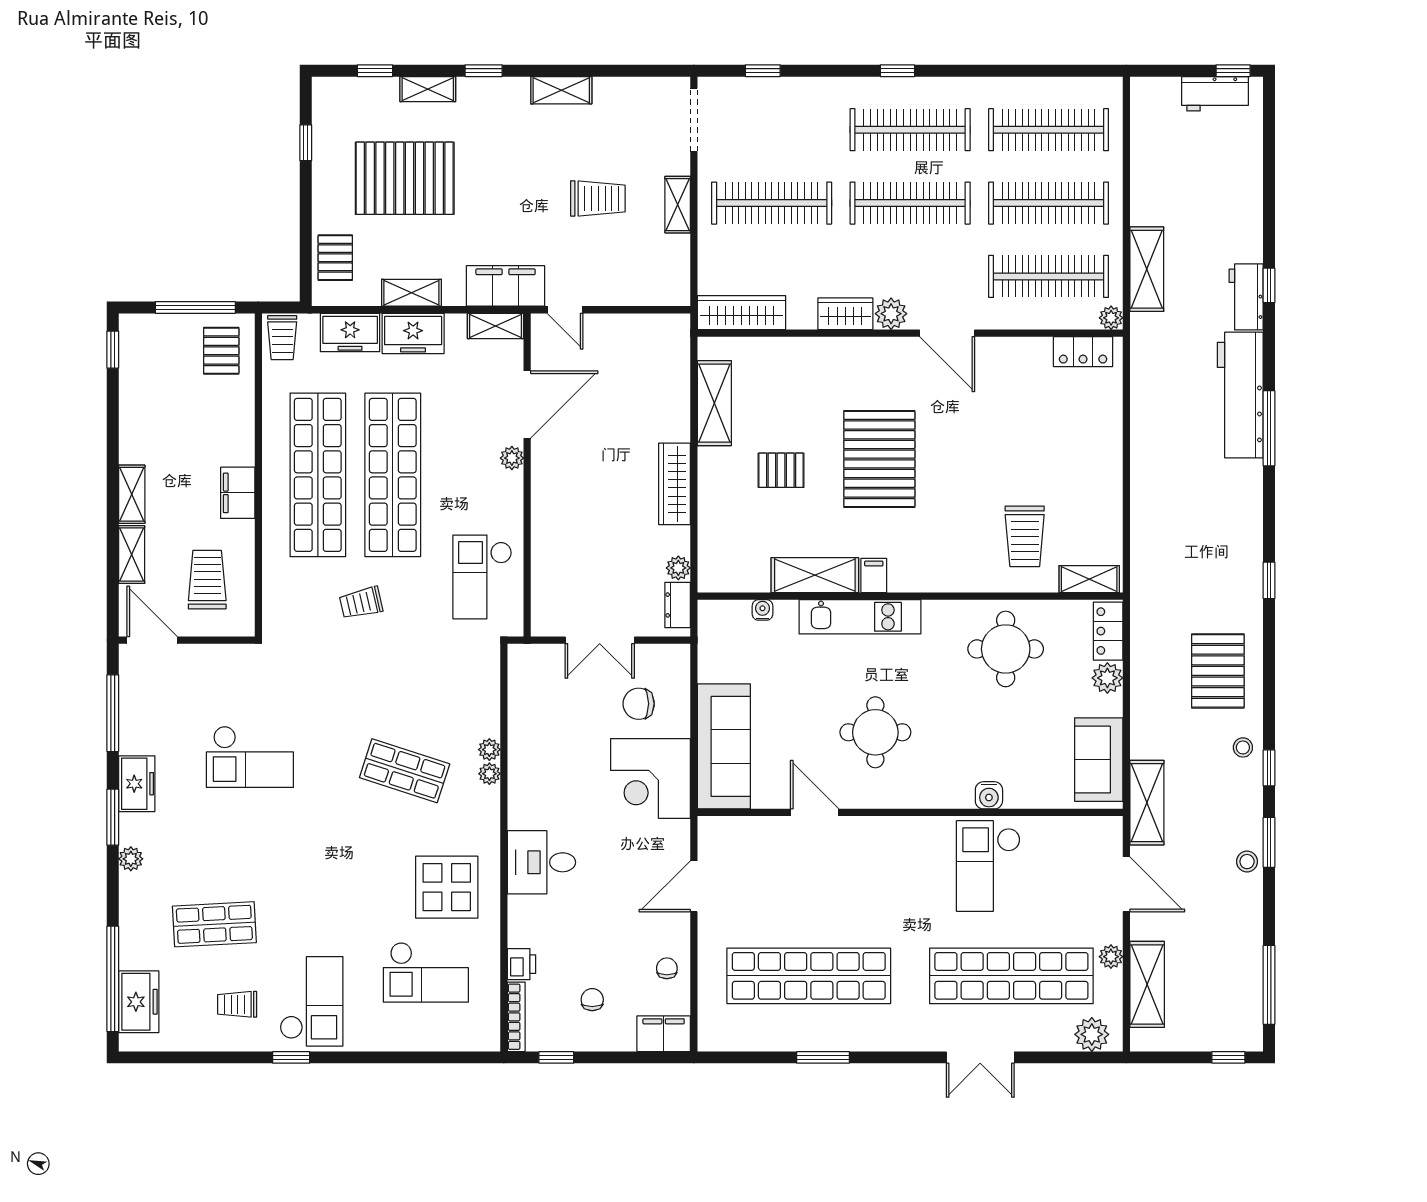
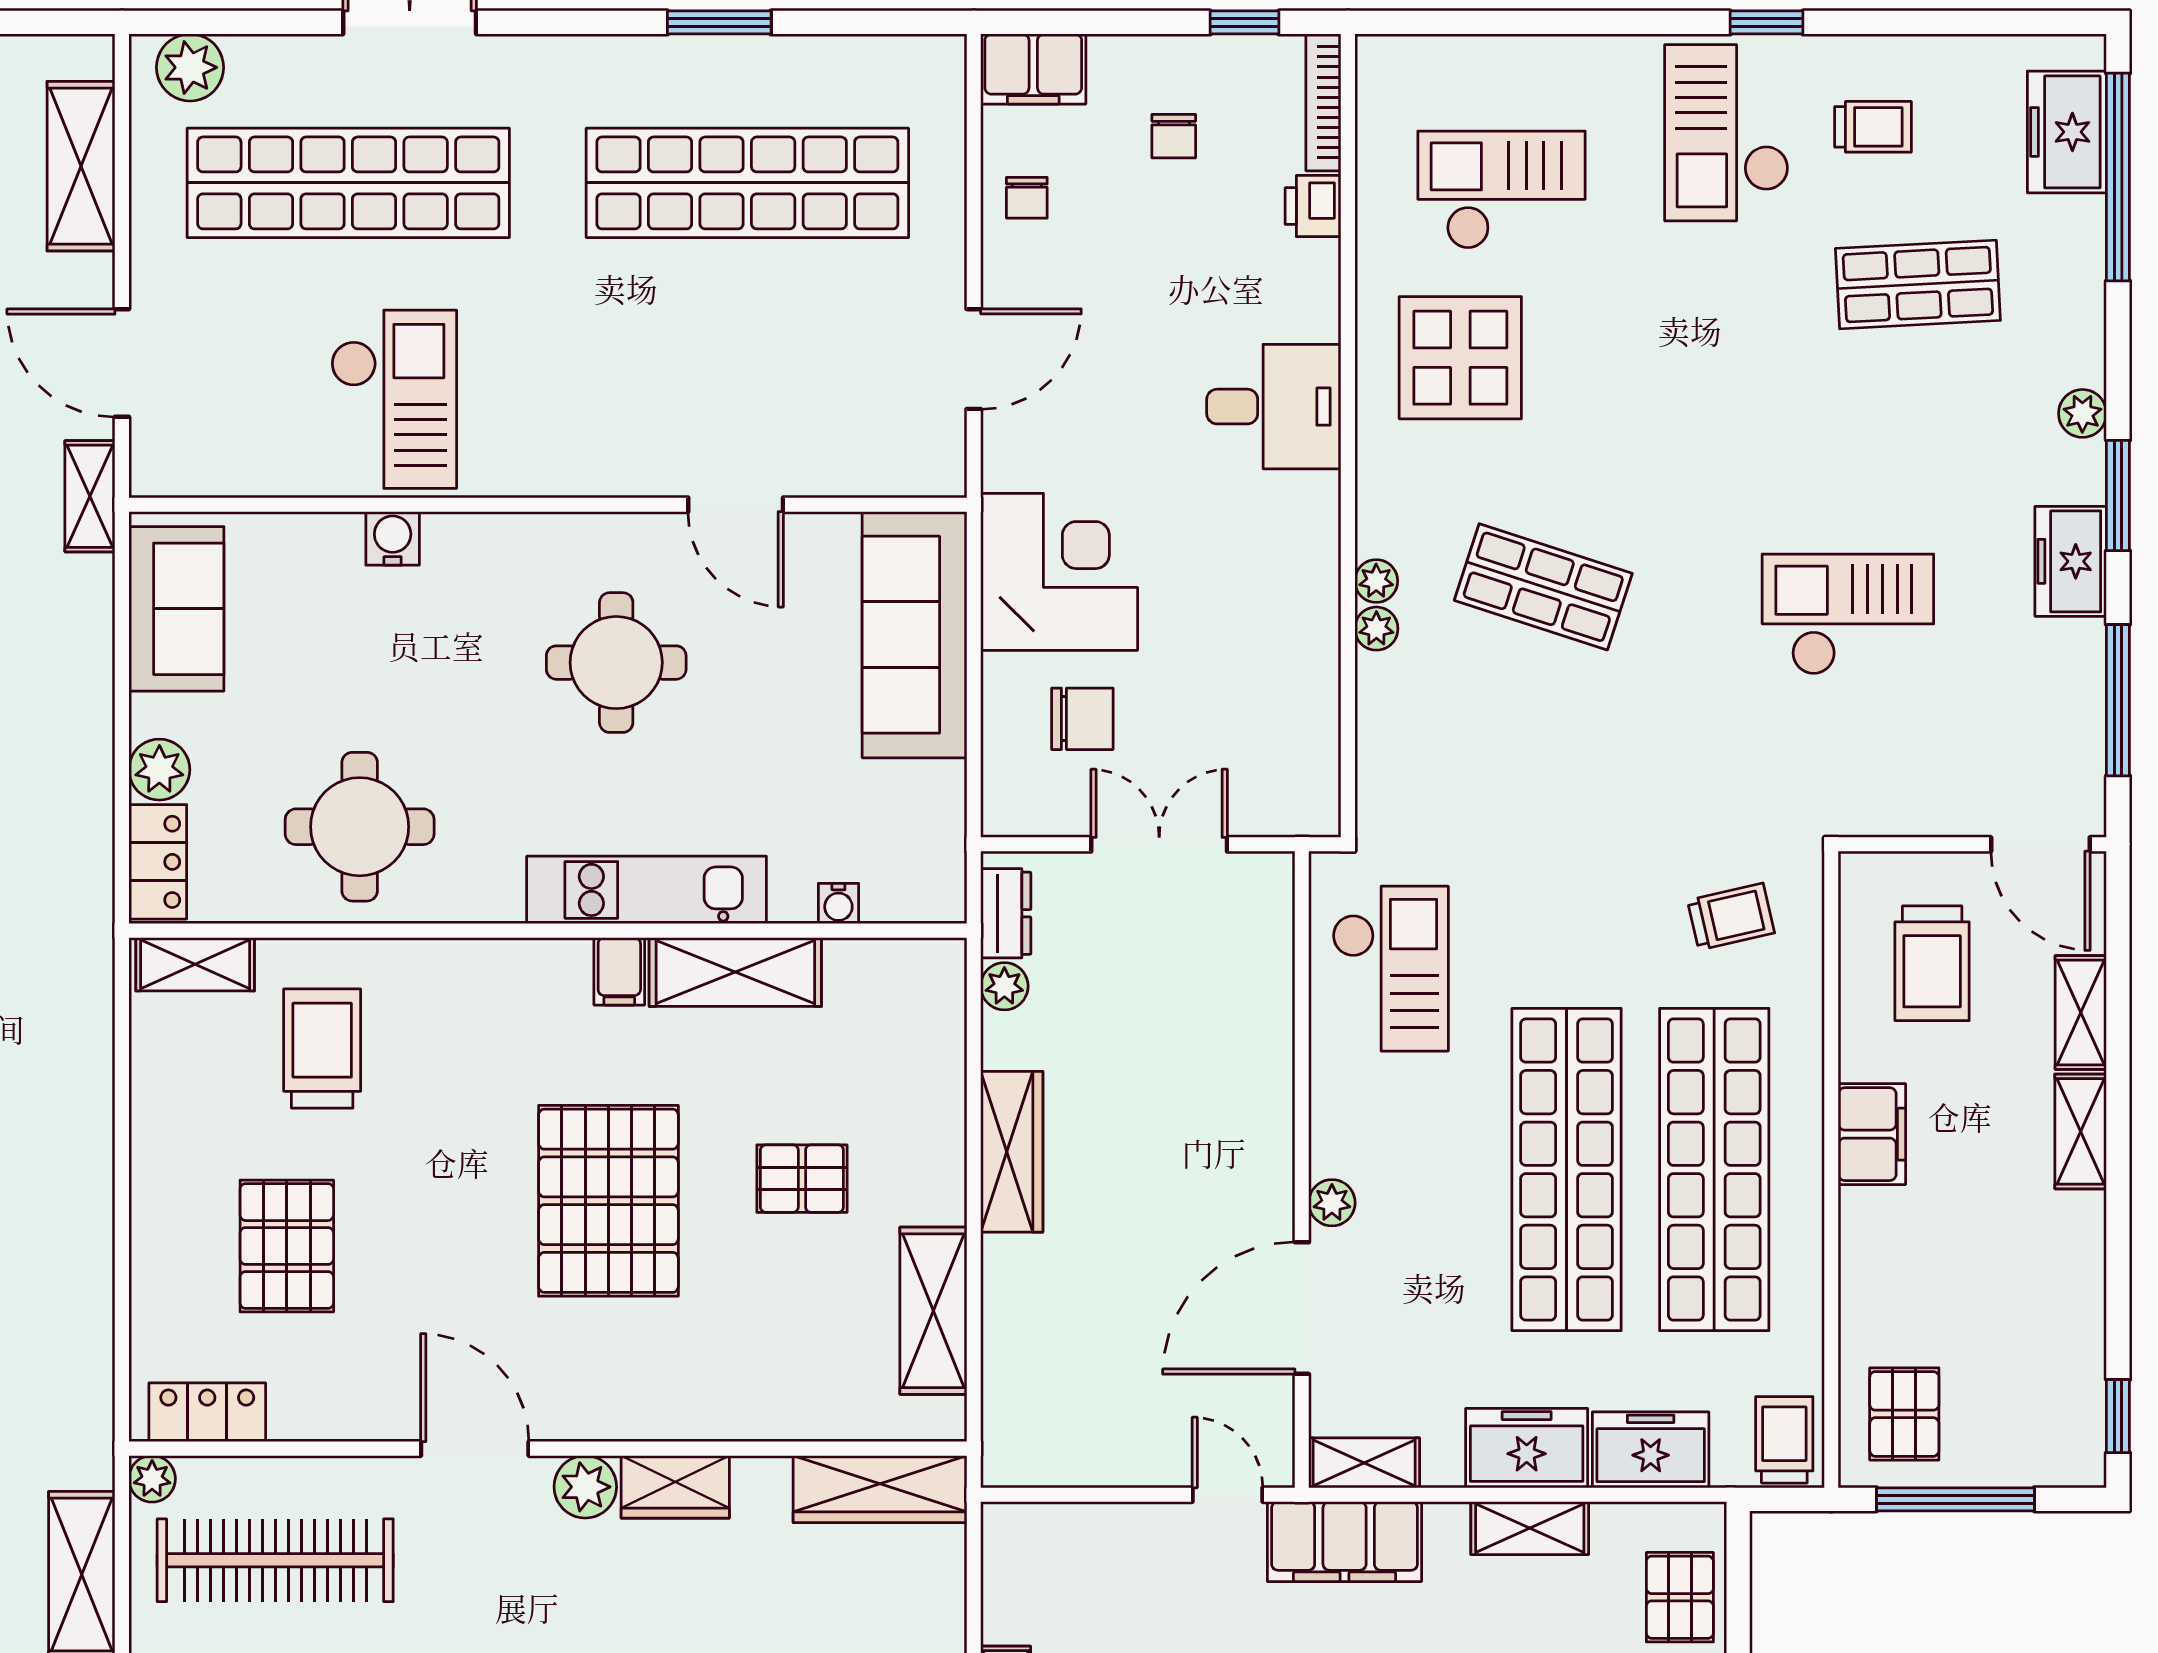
pallet: (1043, 436) -> (287, 1246), added
trolley: (361, 603) -> (1731, 917), moved
shelving: (1147, 803) -> (90, 496), width x0.67, depth x0.75
plant: (1111, 957) -> (152, 221), removed

